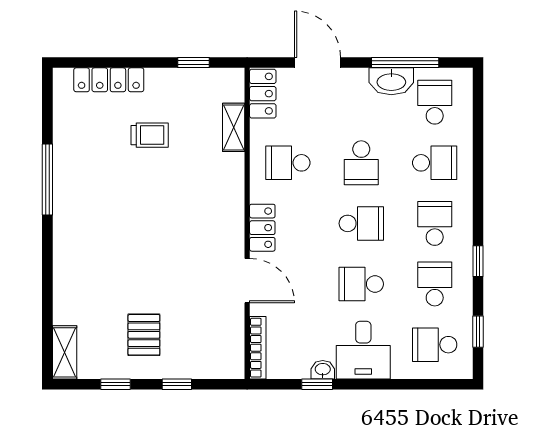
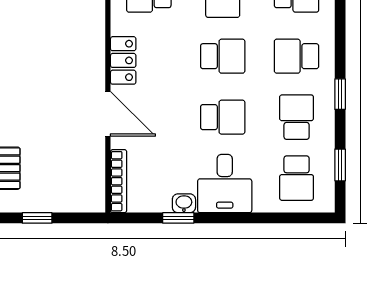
school desk: (435, 223) -> (297, 56), turned -90
school desk: (361, 284) -> (223, 117), turned 180
school desk: (435, 345) -> (297, 178), turned -90

